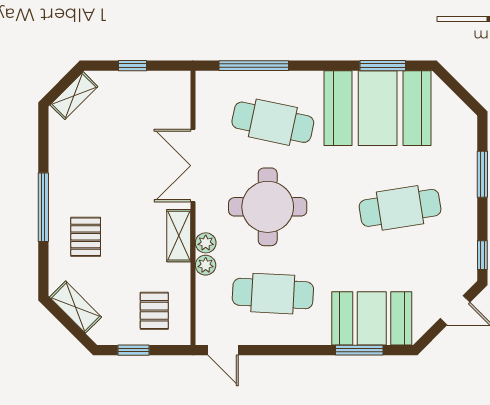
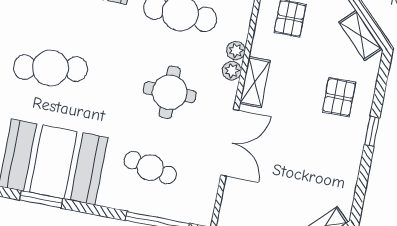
cafe table: (273, 122) -> (150, 168), width x0.73, depth x0.74
window: (43, 207) -> (372, 131), width x0.46
round table: (268, 207) -> (170, 92), width x0.73, depth x0.73

